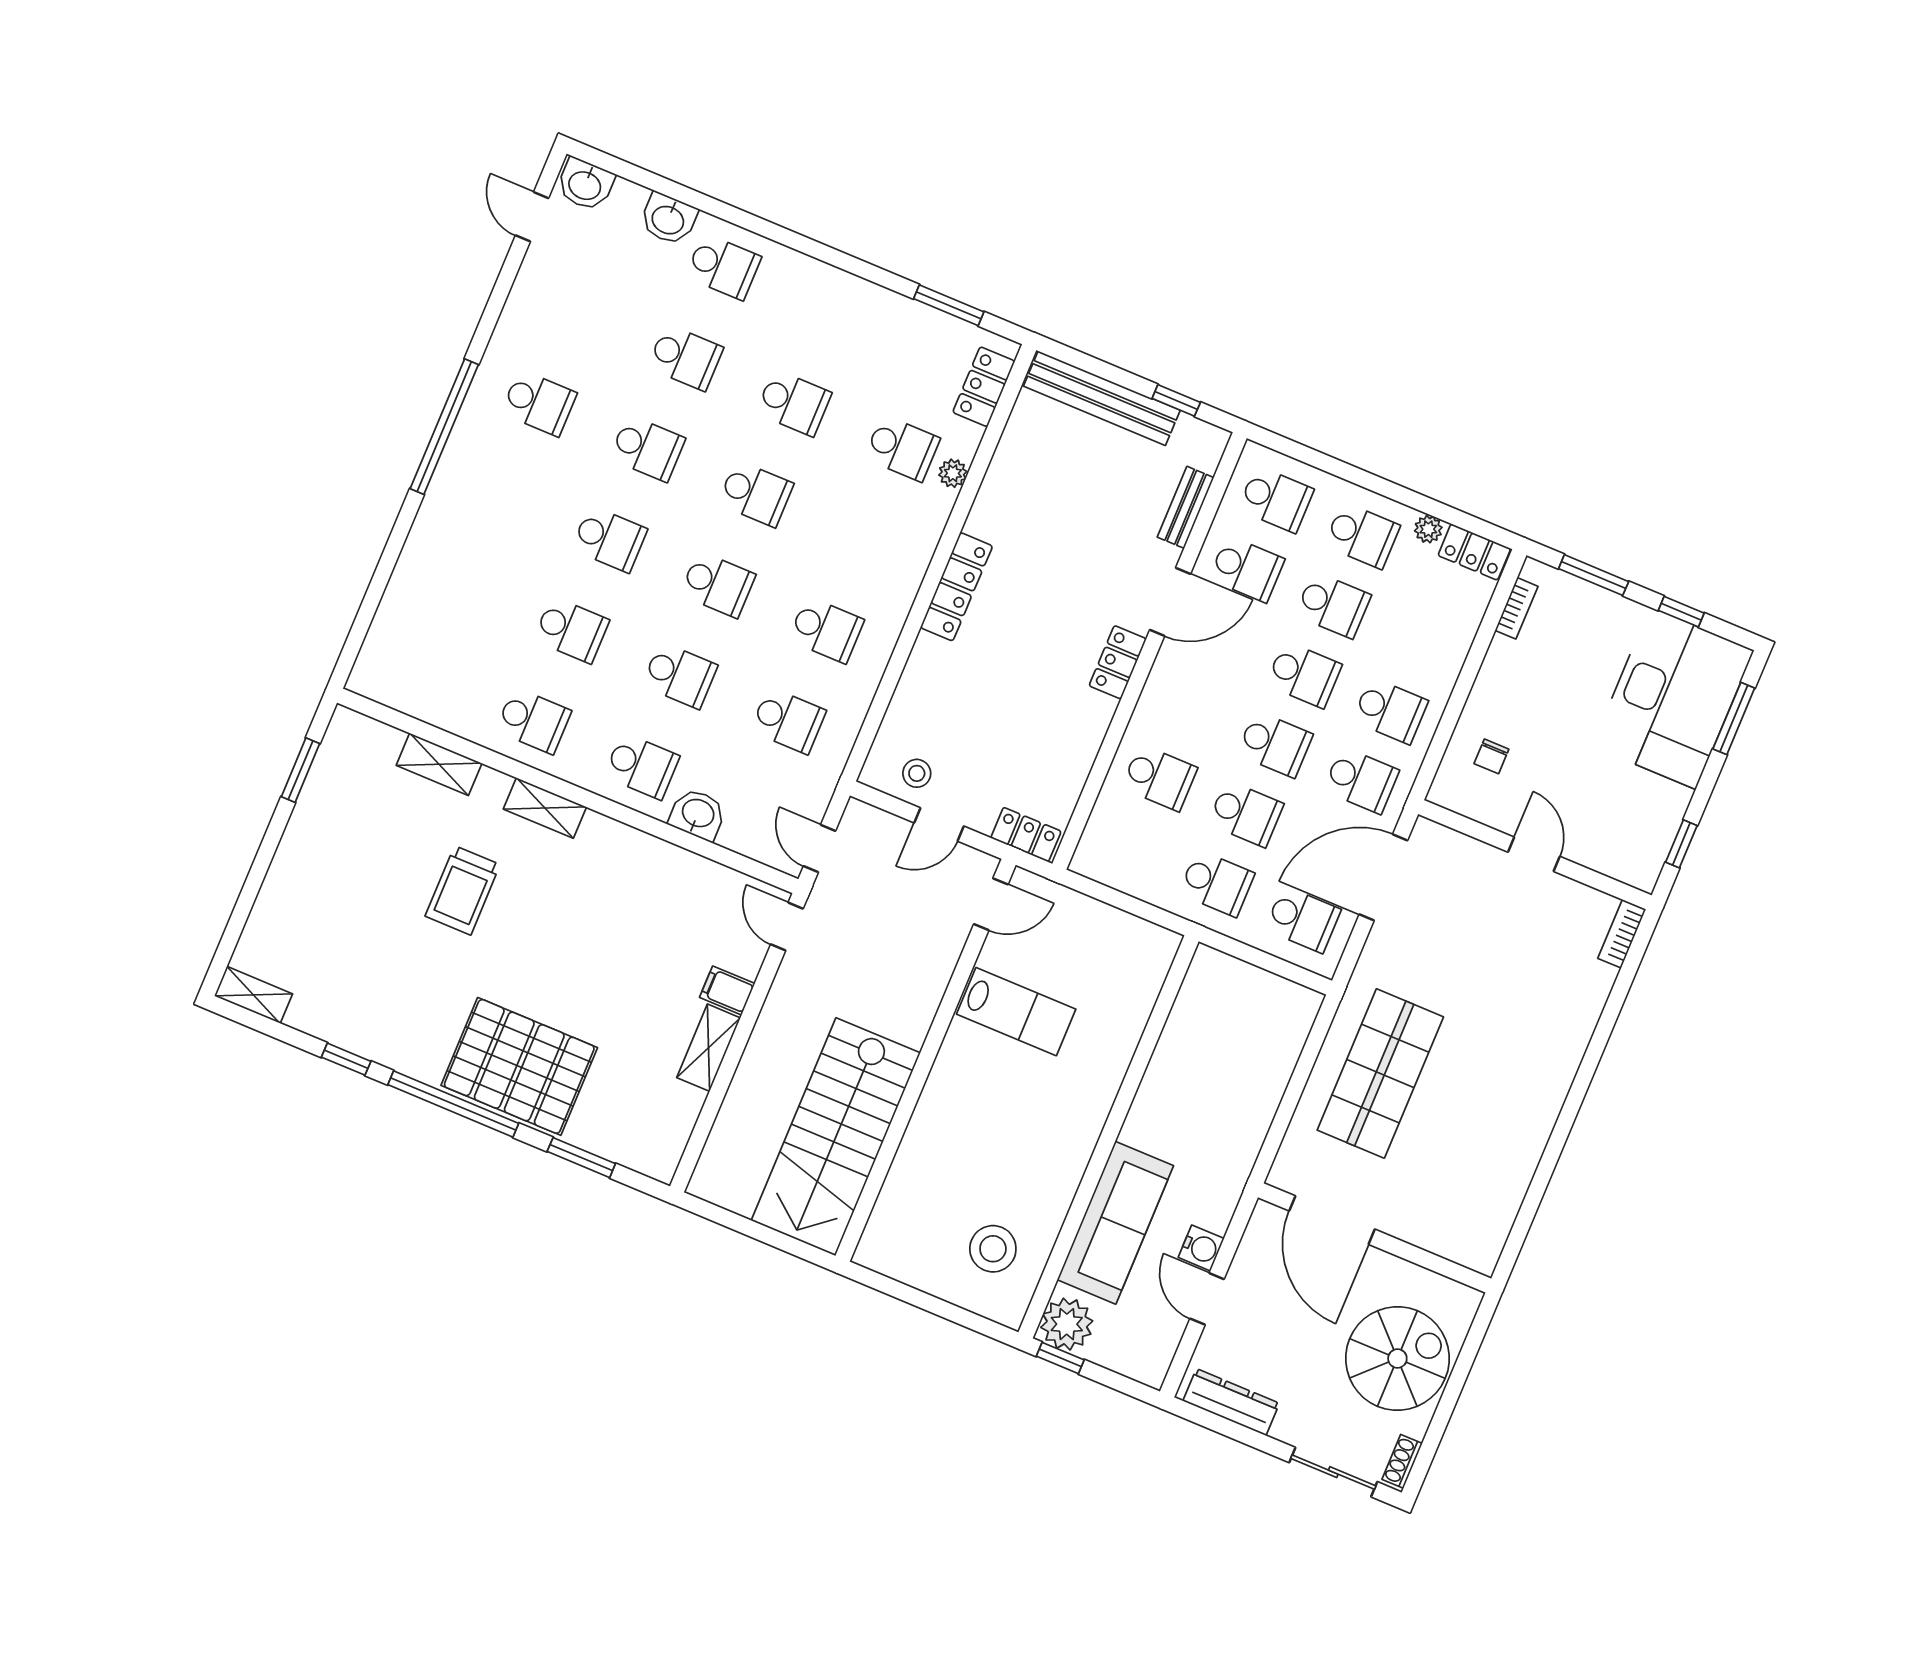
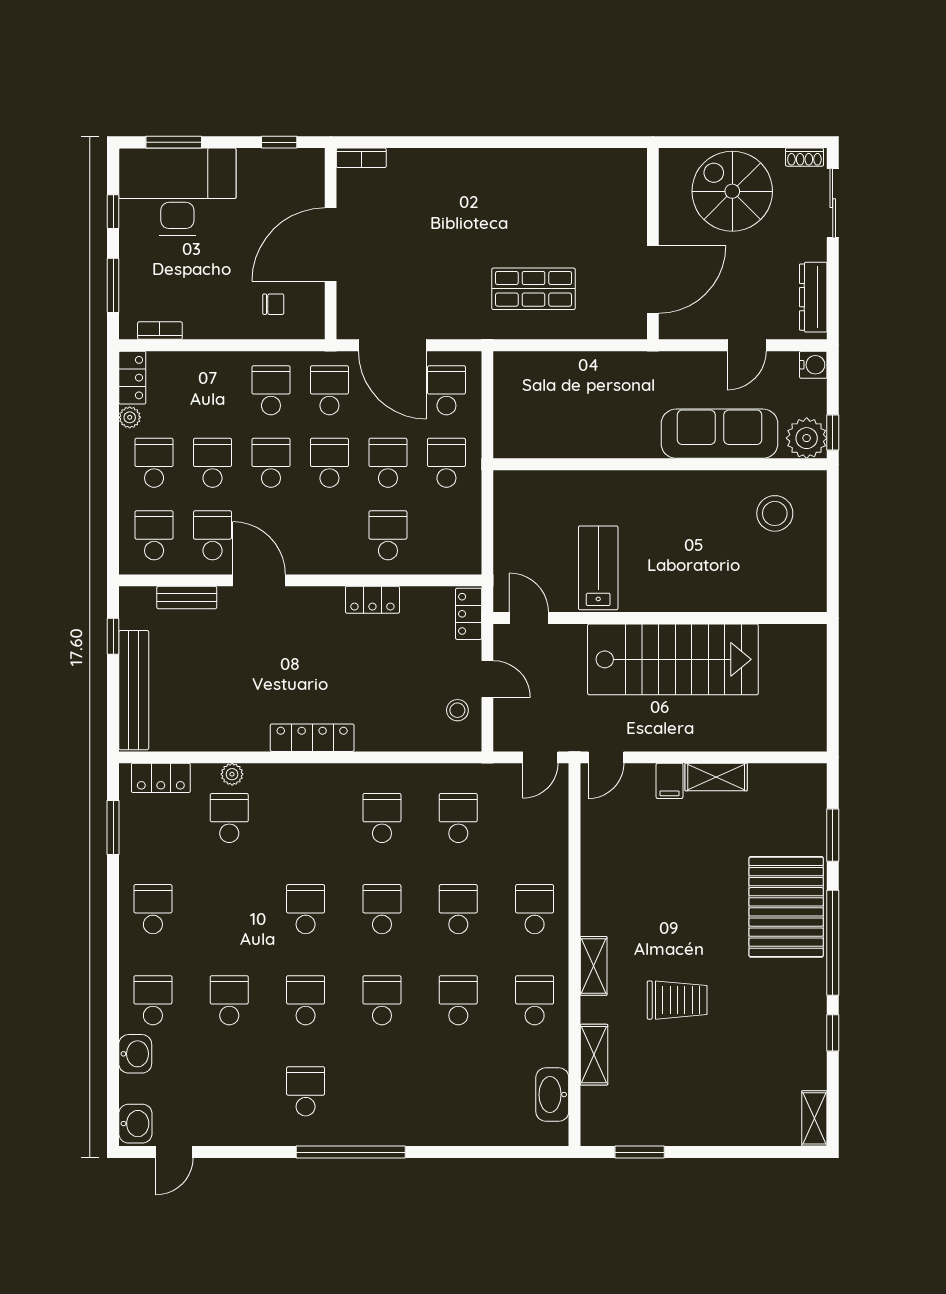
school desk: (794, 403) -> (153, 909), moved
locker: (1118, 662) -> (372, 600), moved
washbasin: (698, 814) -> (552, 1095), moved, width x1.38
door: (1534, 854) -> (331, 244), width x1.88
shop shelf: (1380, 1074) -> (534, 289), width x0.70, depth x0.74
stairs: (836, 1137) -> (673, 659), moved
water cooler: (1201, 1248) -> (813, 365), moved, turned 90

